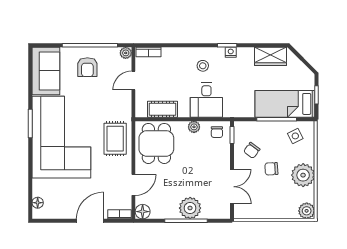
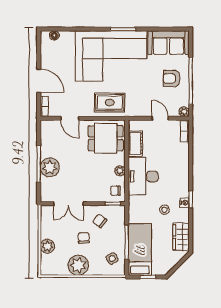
stool: (203, 66) -> (164, 210), moved
desk: (206, 100) -> (143, 176), width x1.37
plant: (307, 211) -> (47, 246), moved
floor lamp: (143, 212) -> (47, 126), removed

